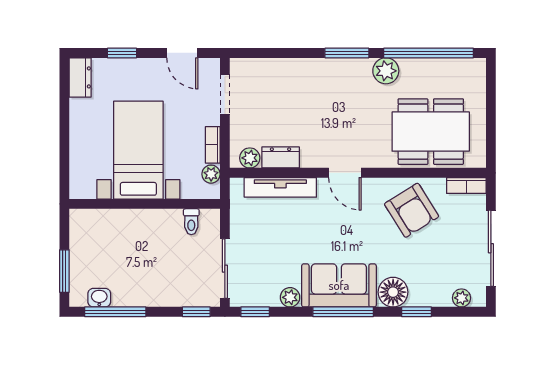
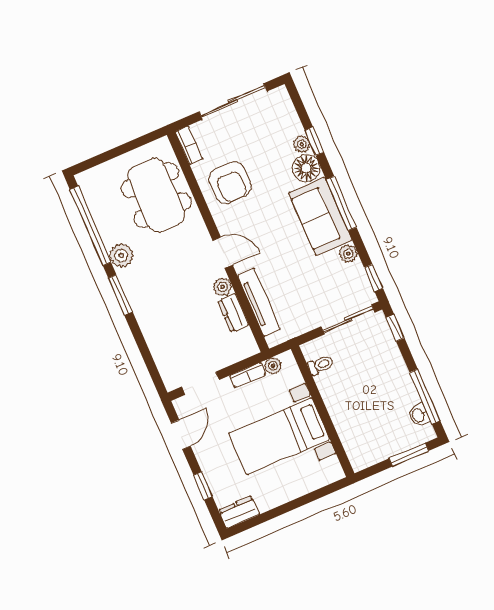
plant: (250, 158) -> (222, 287), moved
door: (345, 173) -> (223, 253), hinge flipped
armchair: (412, 210) -> (230, 183), turned 122
plant: (462, 298) -> (302, 144), moved

